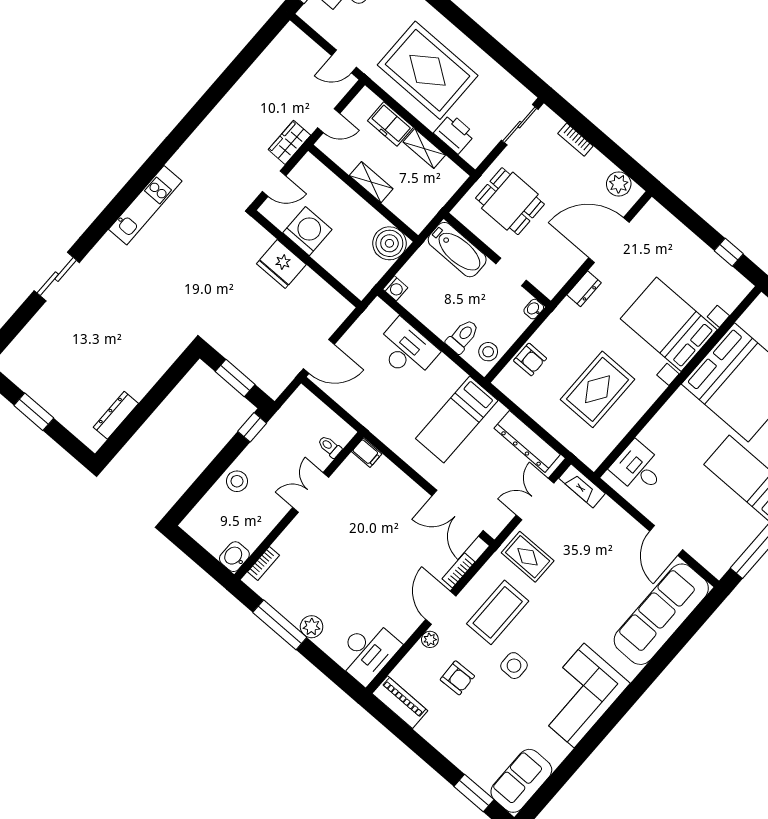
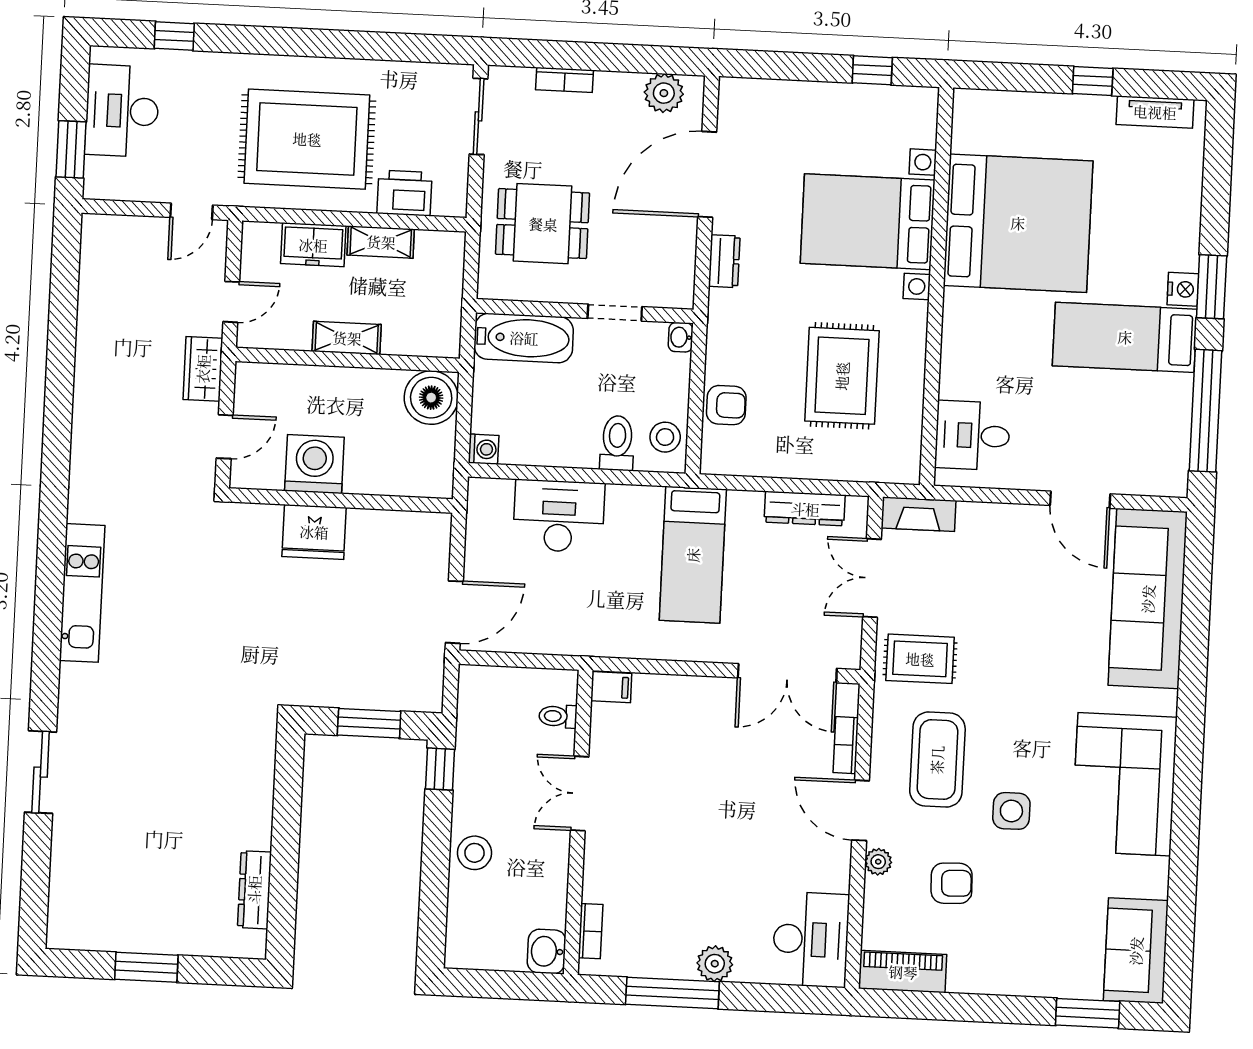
dresser: (527, 441) -> (805, 509), width x0.73, depth x0.80

